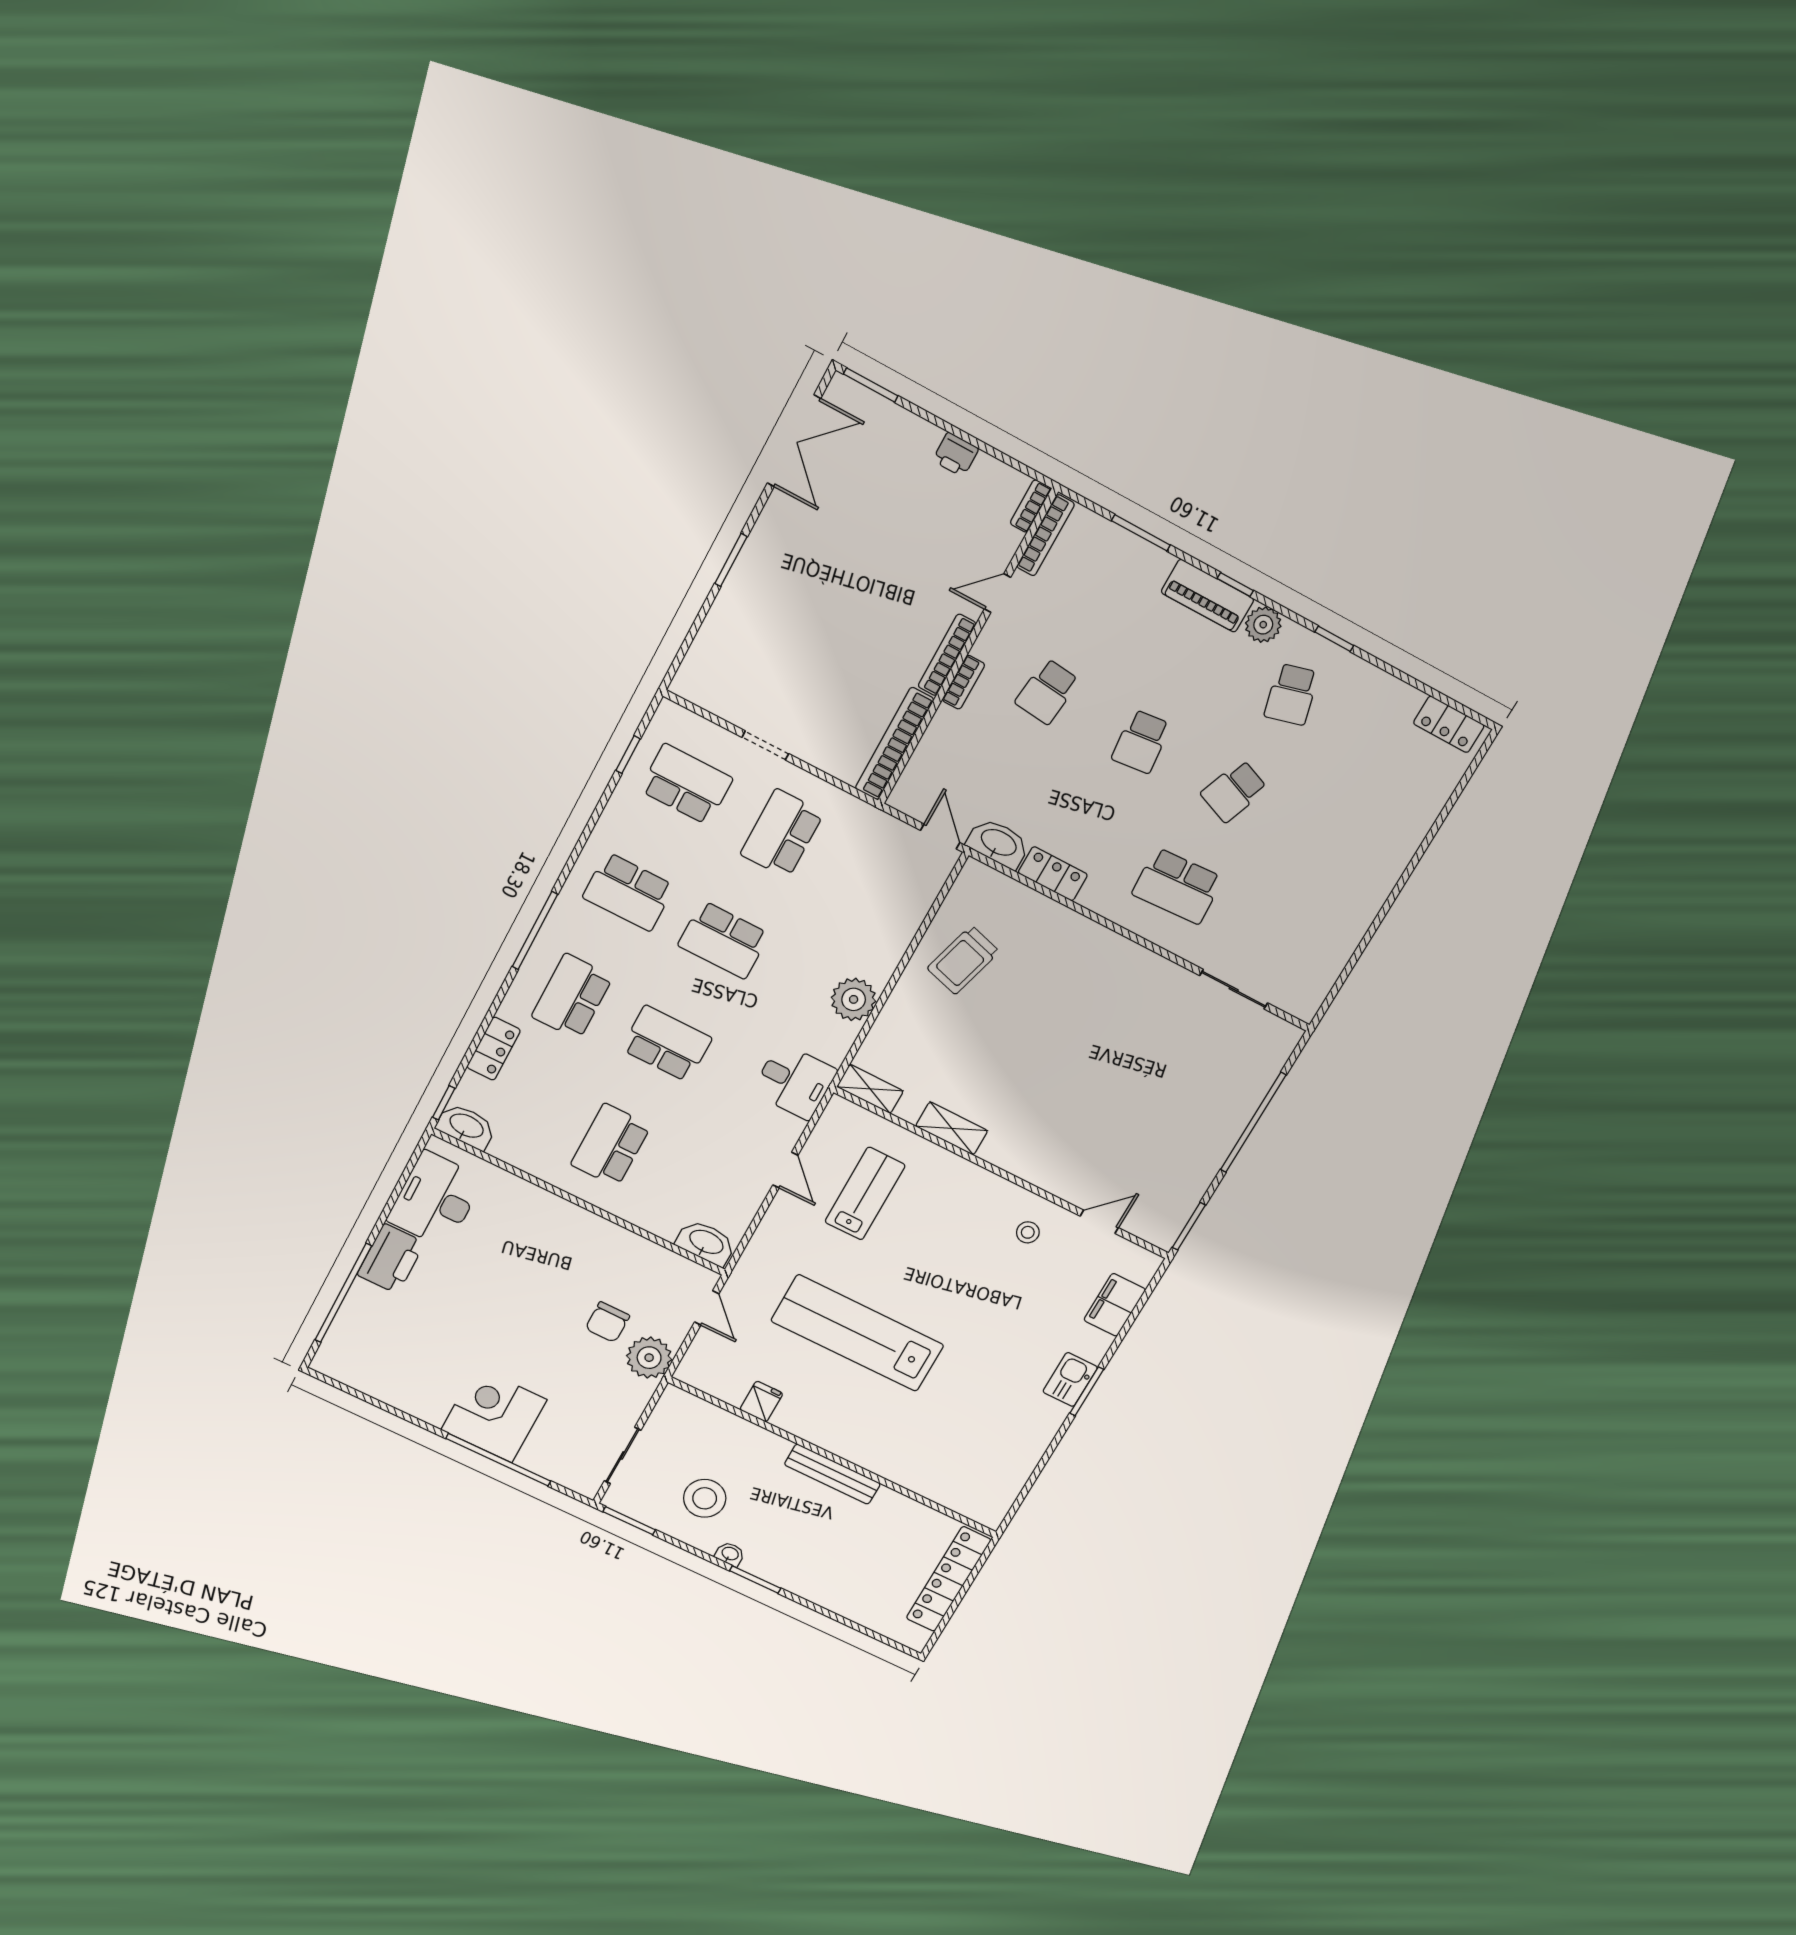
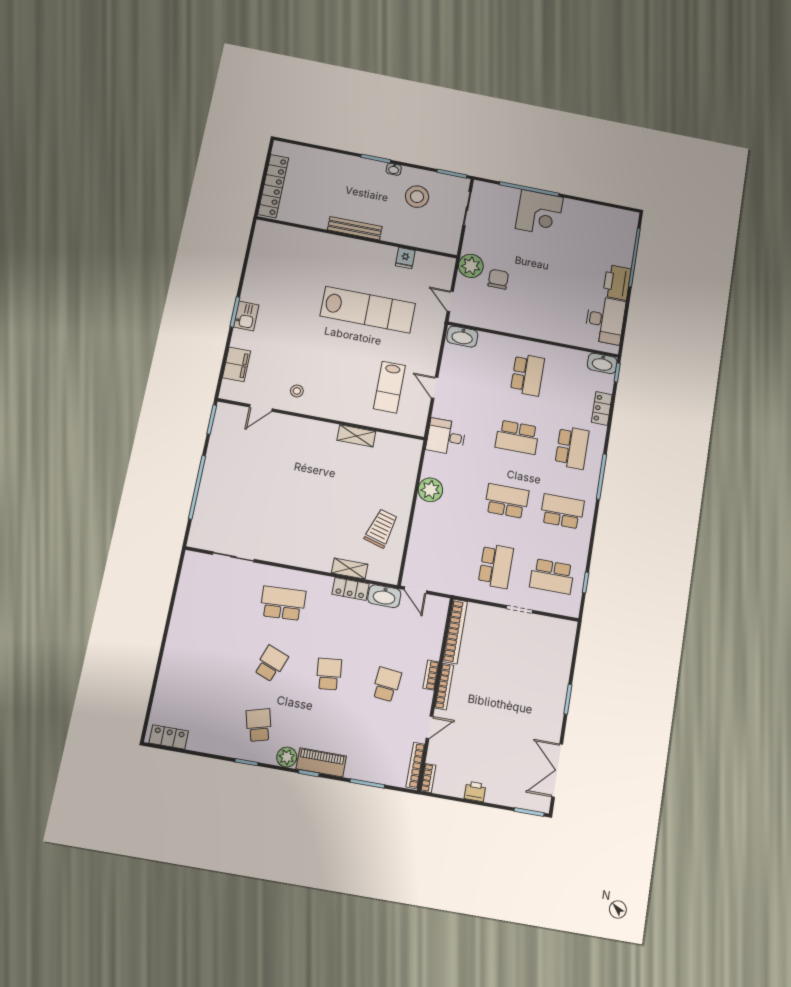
shelving: (870, 1089) -> (350, 569), moved

